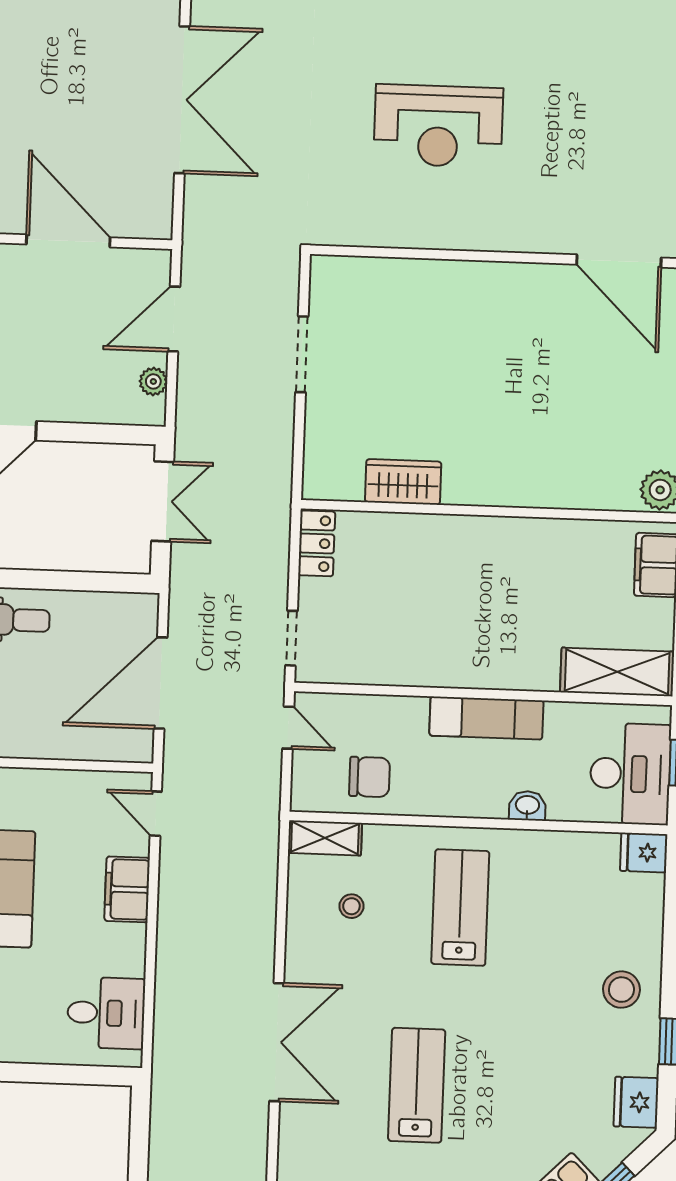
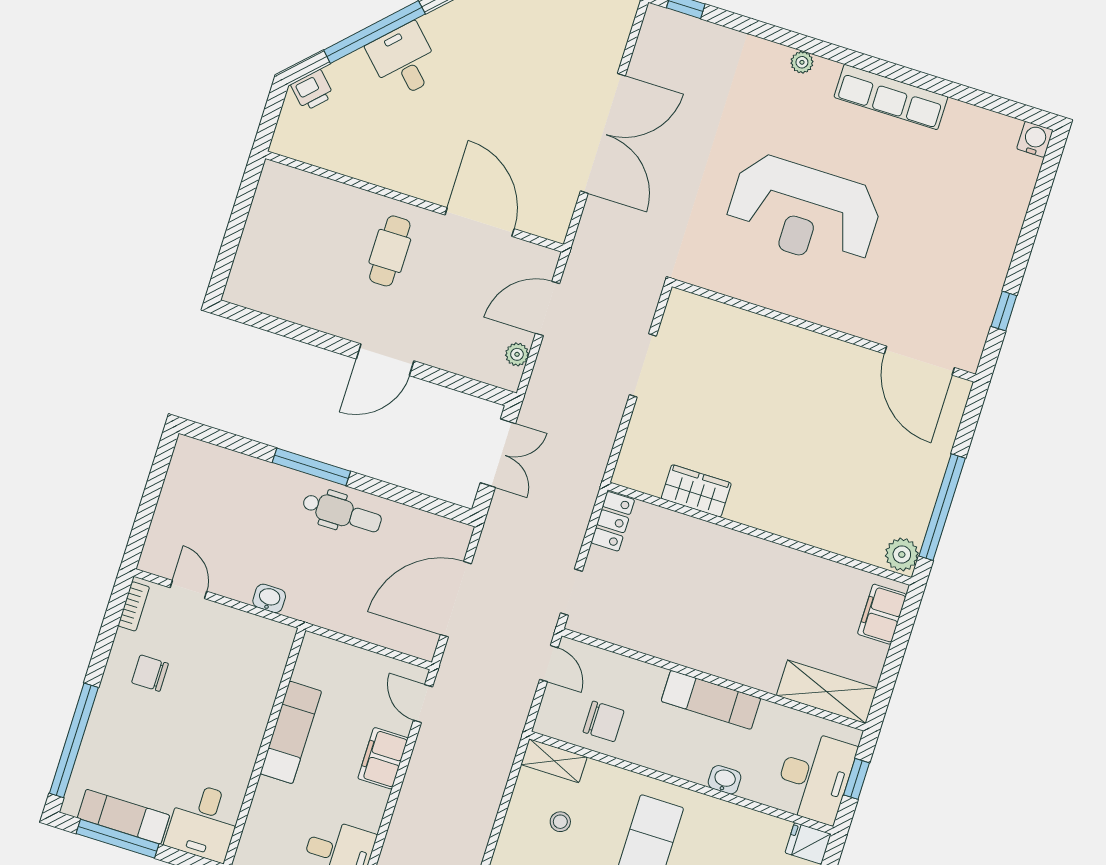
reception desk: (438, 126) -> (804, 211), width x1.36, depth x1.30

